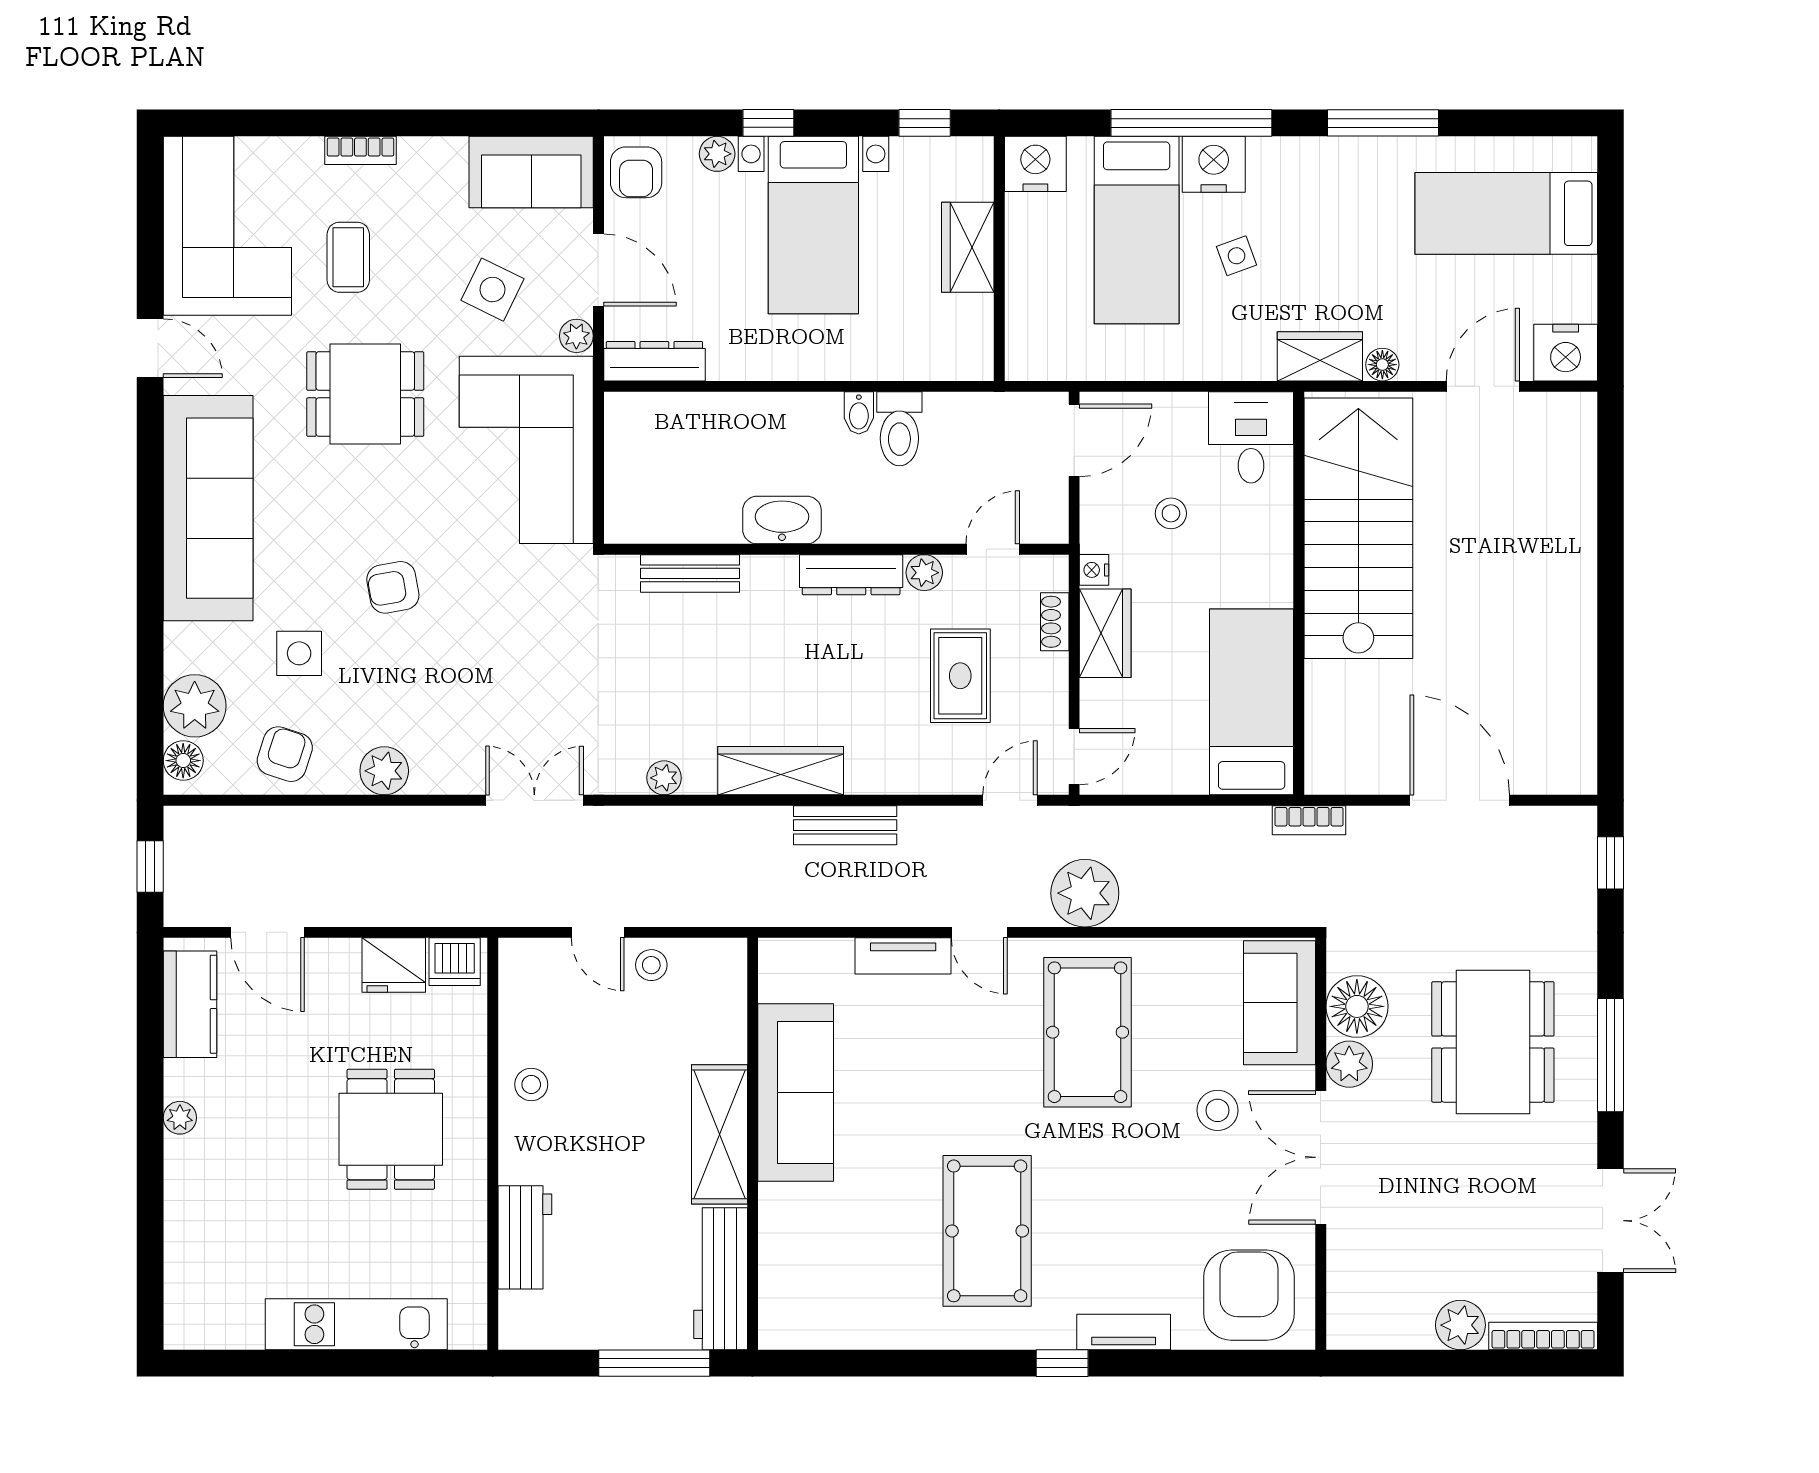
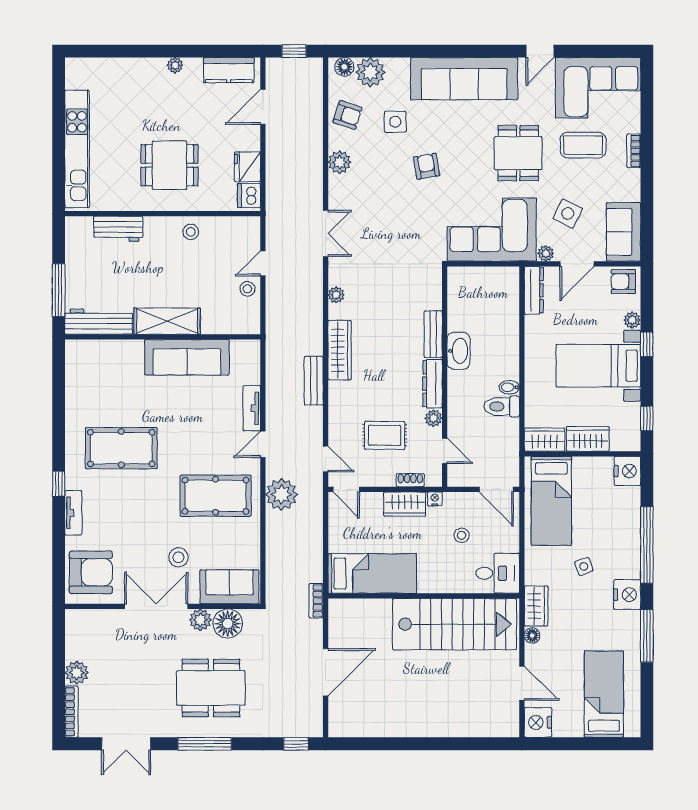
nightstand: (1214, 164) -> (627, 595), moved
bed: (1137, 230) -> (551, 501), moved, turned -90
coffee table: (348, 257) -> (583, 145), width x1.36, depth x1.30
wardrobe: (969, 338) -> (545, 440), added
bench: (690, 573) -> (433, 334), moved
kitchen unit: (356, 1324) -> (77, 149), width x1.36

